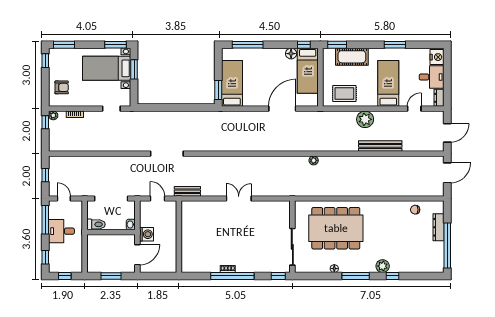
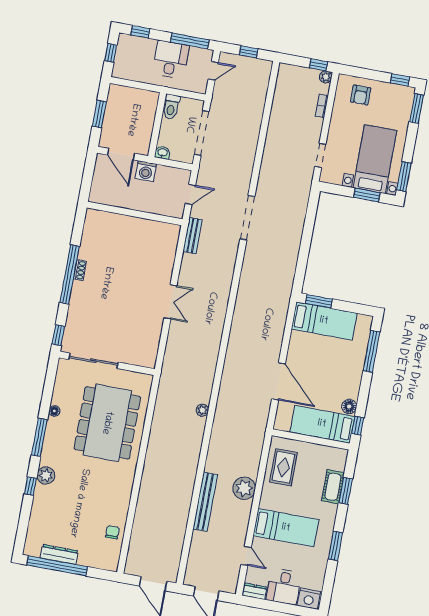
window: (337, 45) -> (346, 491), moved
cot: (352, 57) -> (333, 487), width x0.73, depth x0.75
dresser: (439, 227) -> (59, 554), moved

